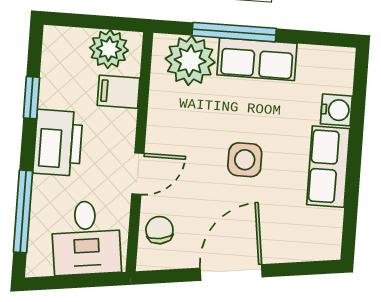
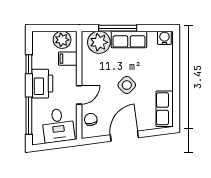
water cooler: (336, 110) -> (164, 38), moved, turned -90
side table: (245, 160) -> (127, 85), turned 45
row of seats: (328, 167) -> (165, 109), moved

